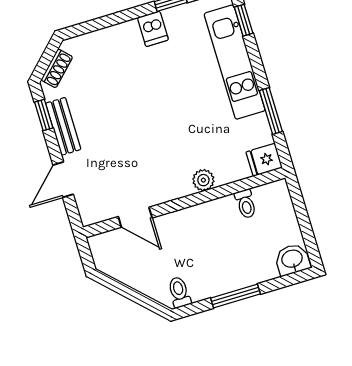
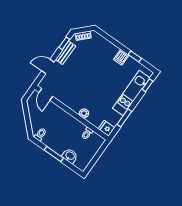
door: (135, 217) -> (46, 94), moved
washbasin: (292, 259) -> (70, 156), moved

